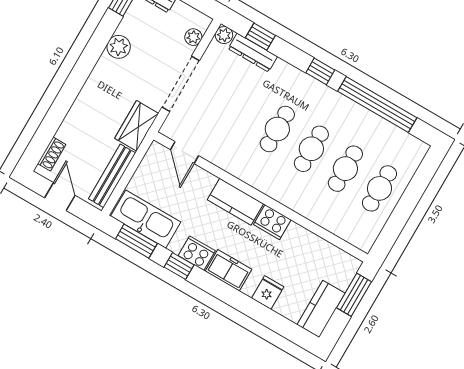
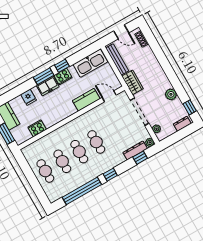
kitchen counter: (235, 202) -> (86, 100), moved
cooker: (272, 222) -> (37, 128), moved
window: (136, 241) -> (44, 76), moved

